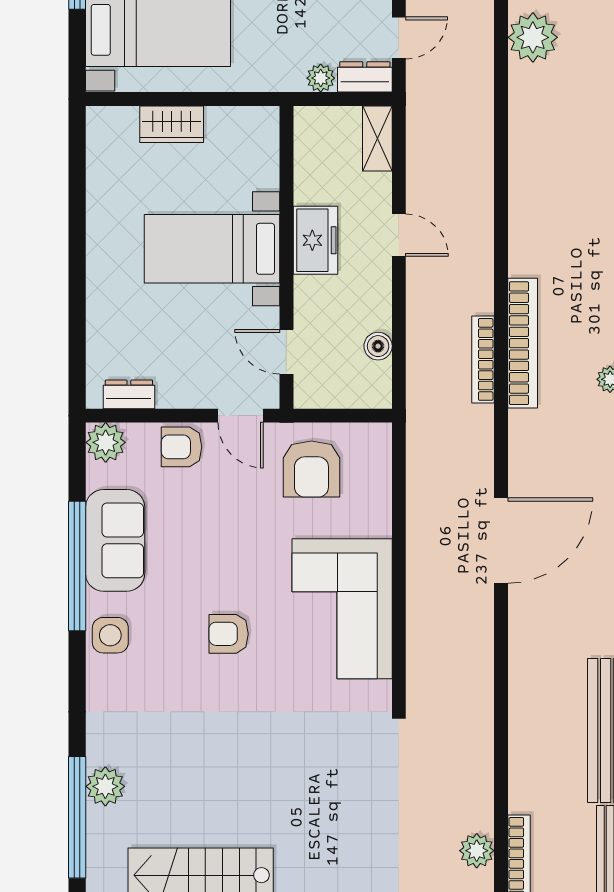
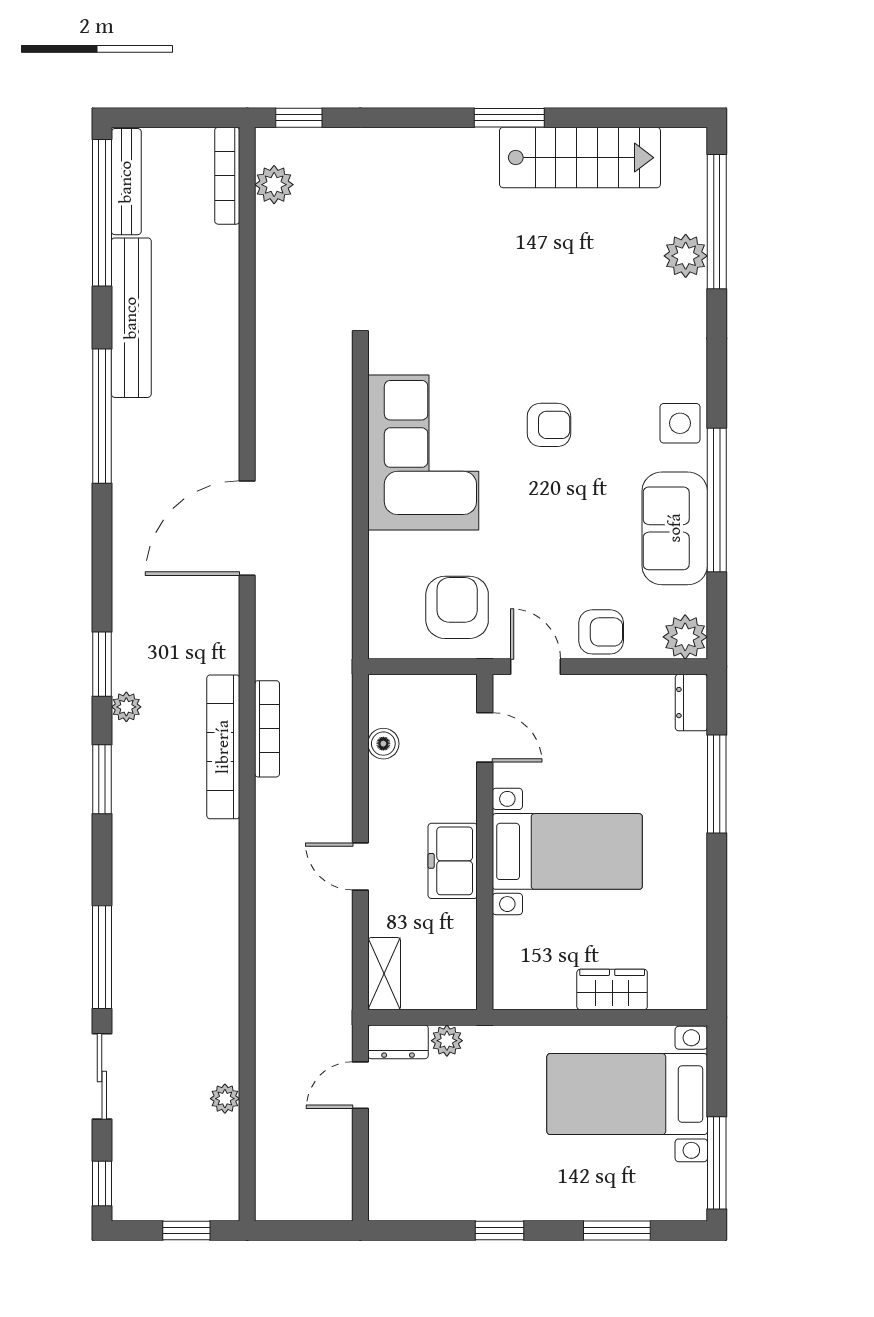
plant: (533, 37) -> (225, 1099), width x0.53, depth x0.53
window: (77, 310) -> (717, 784), added
dresser: (129, 394) -> (691, 703), moved, turned 90

